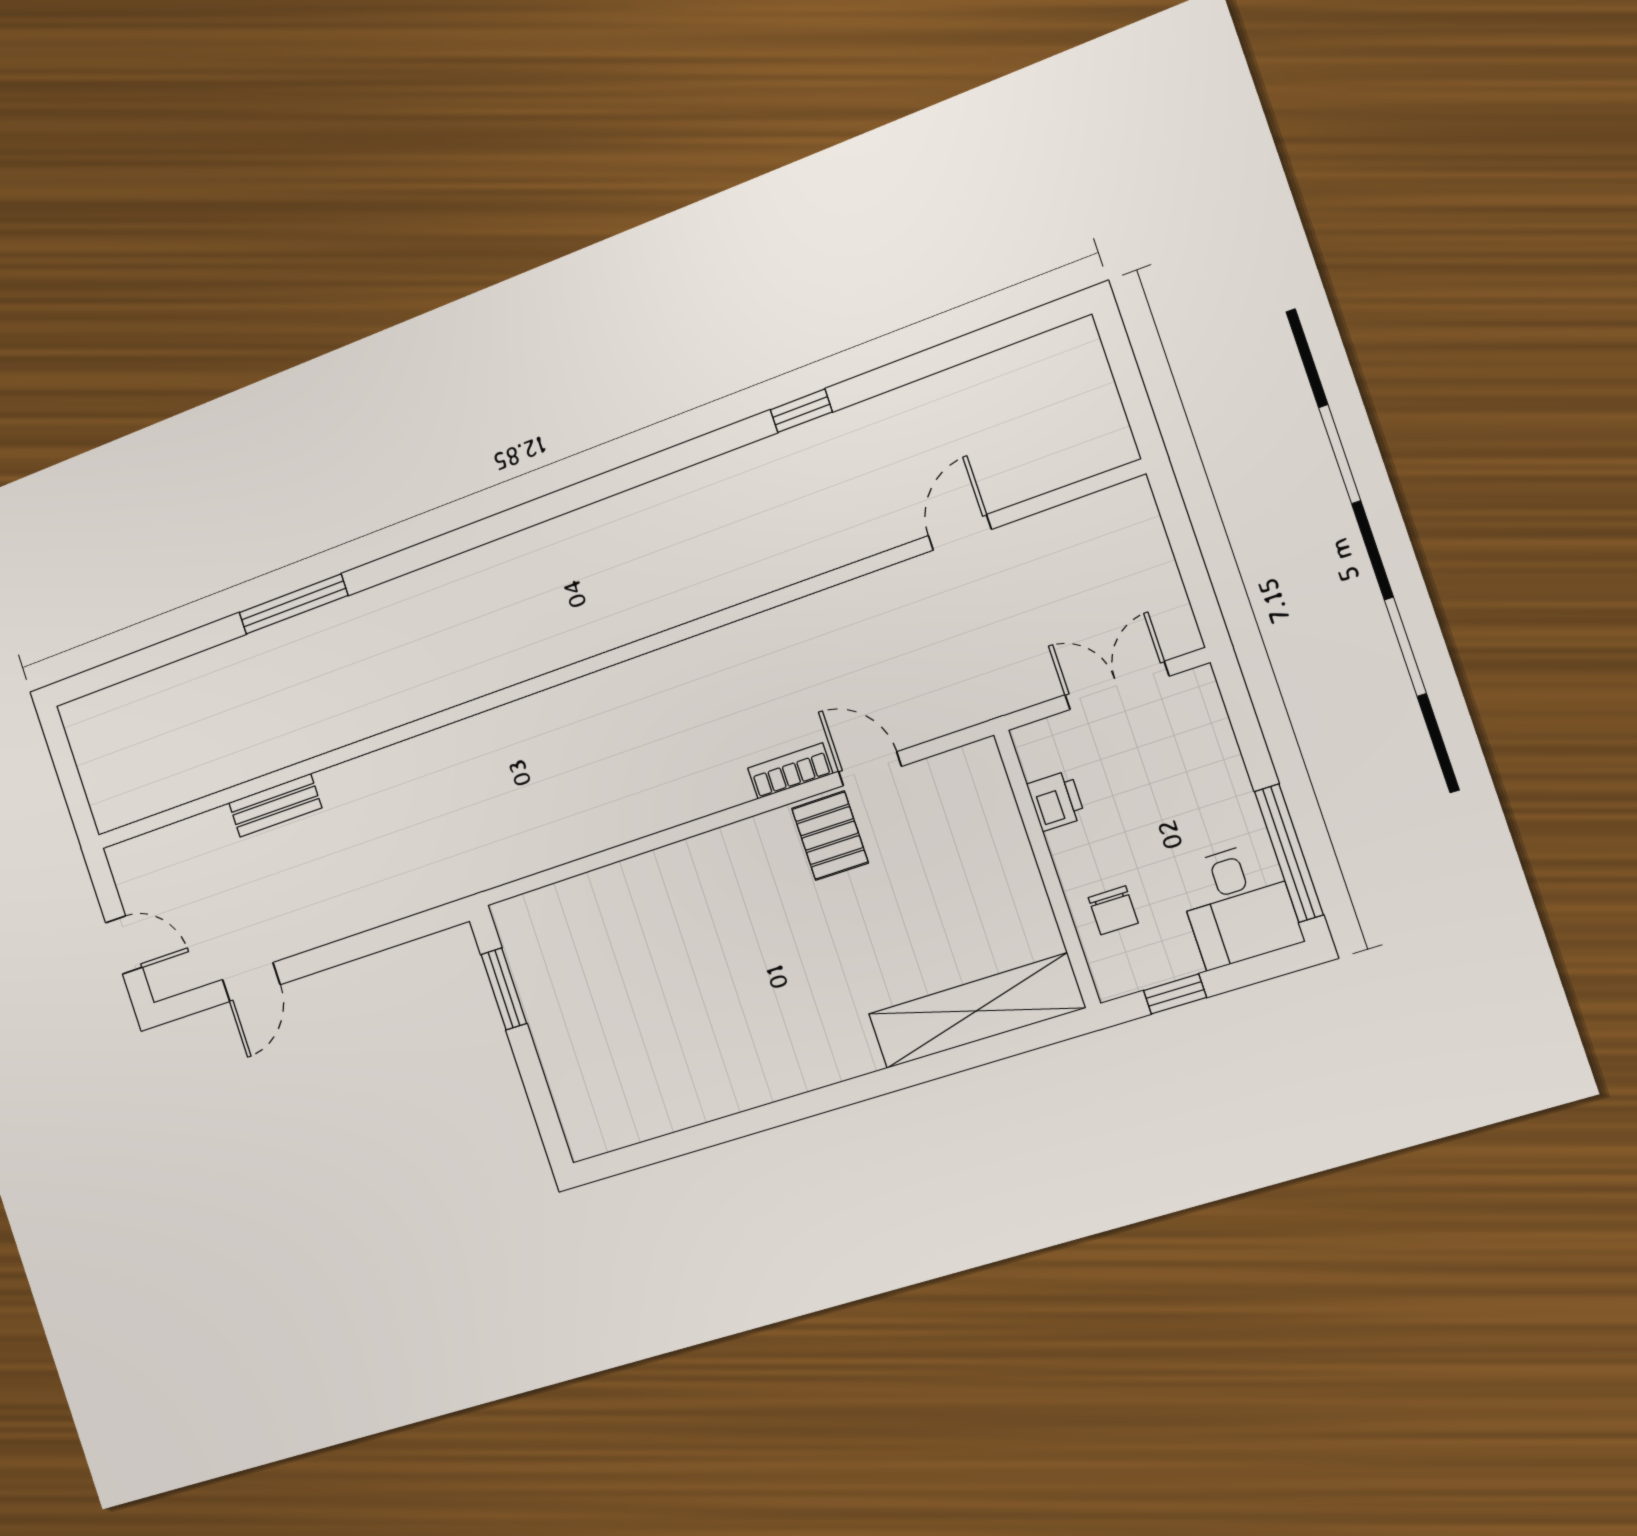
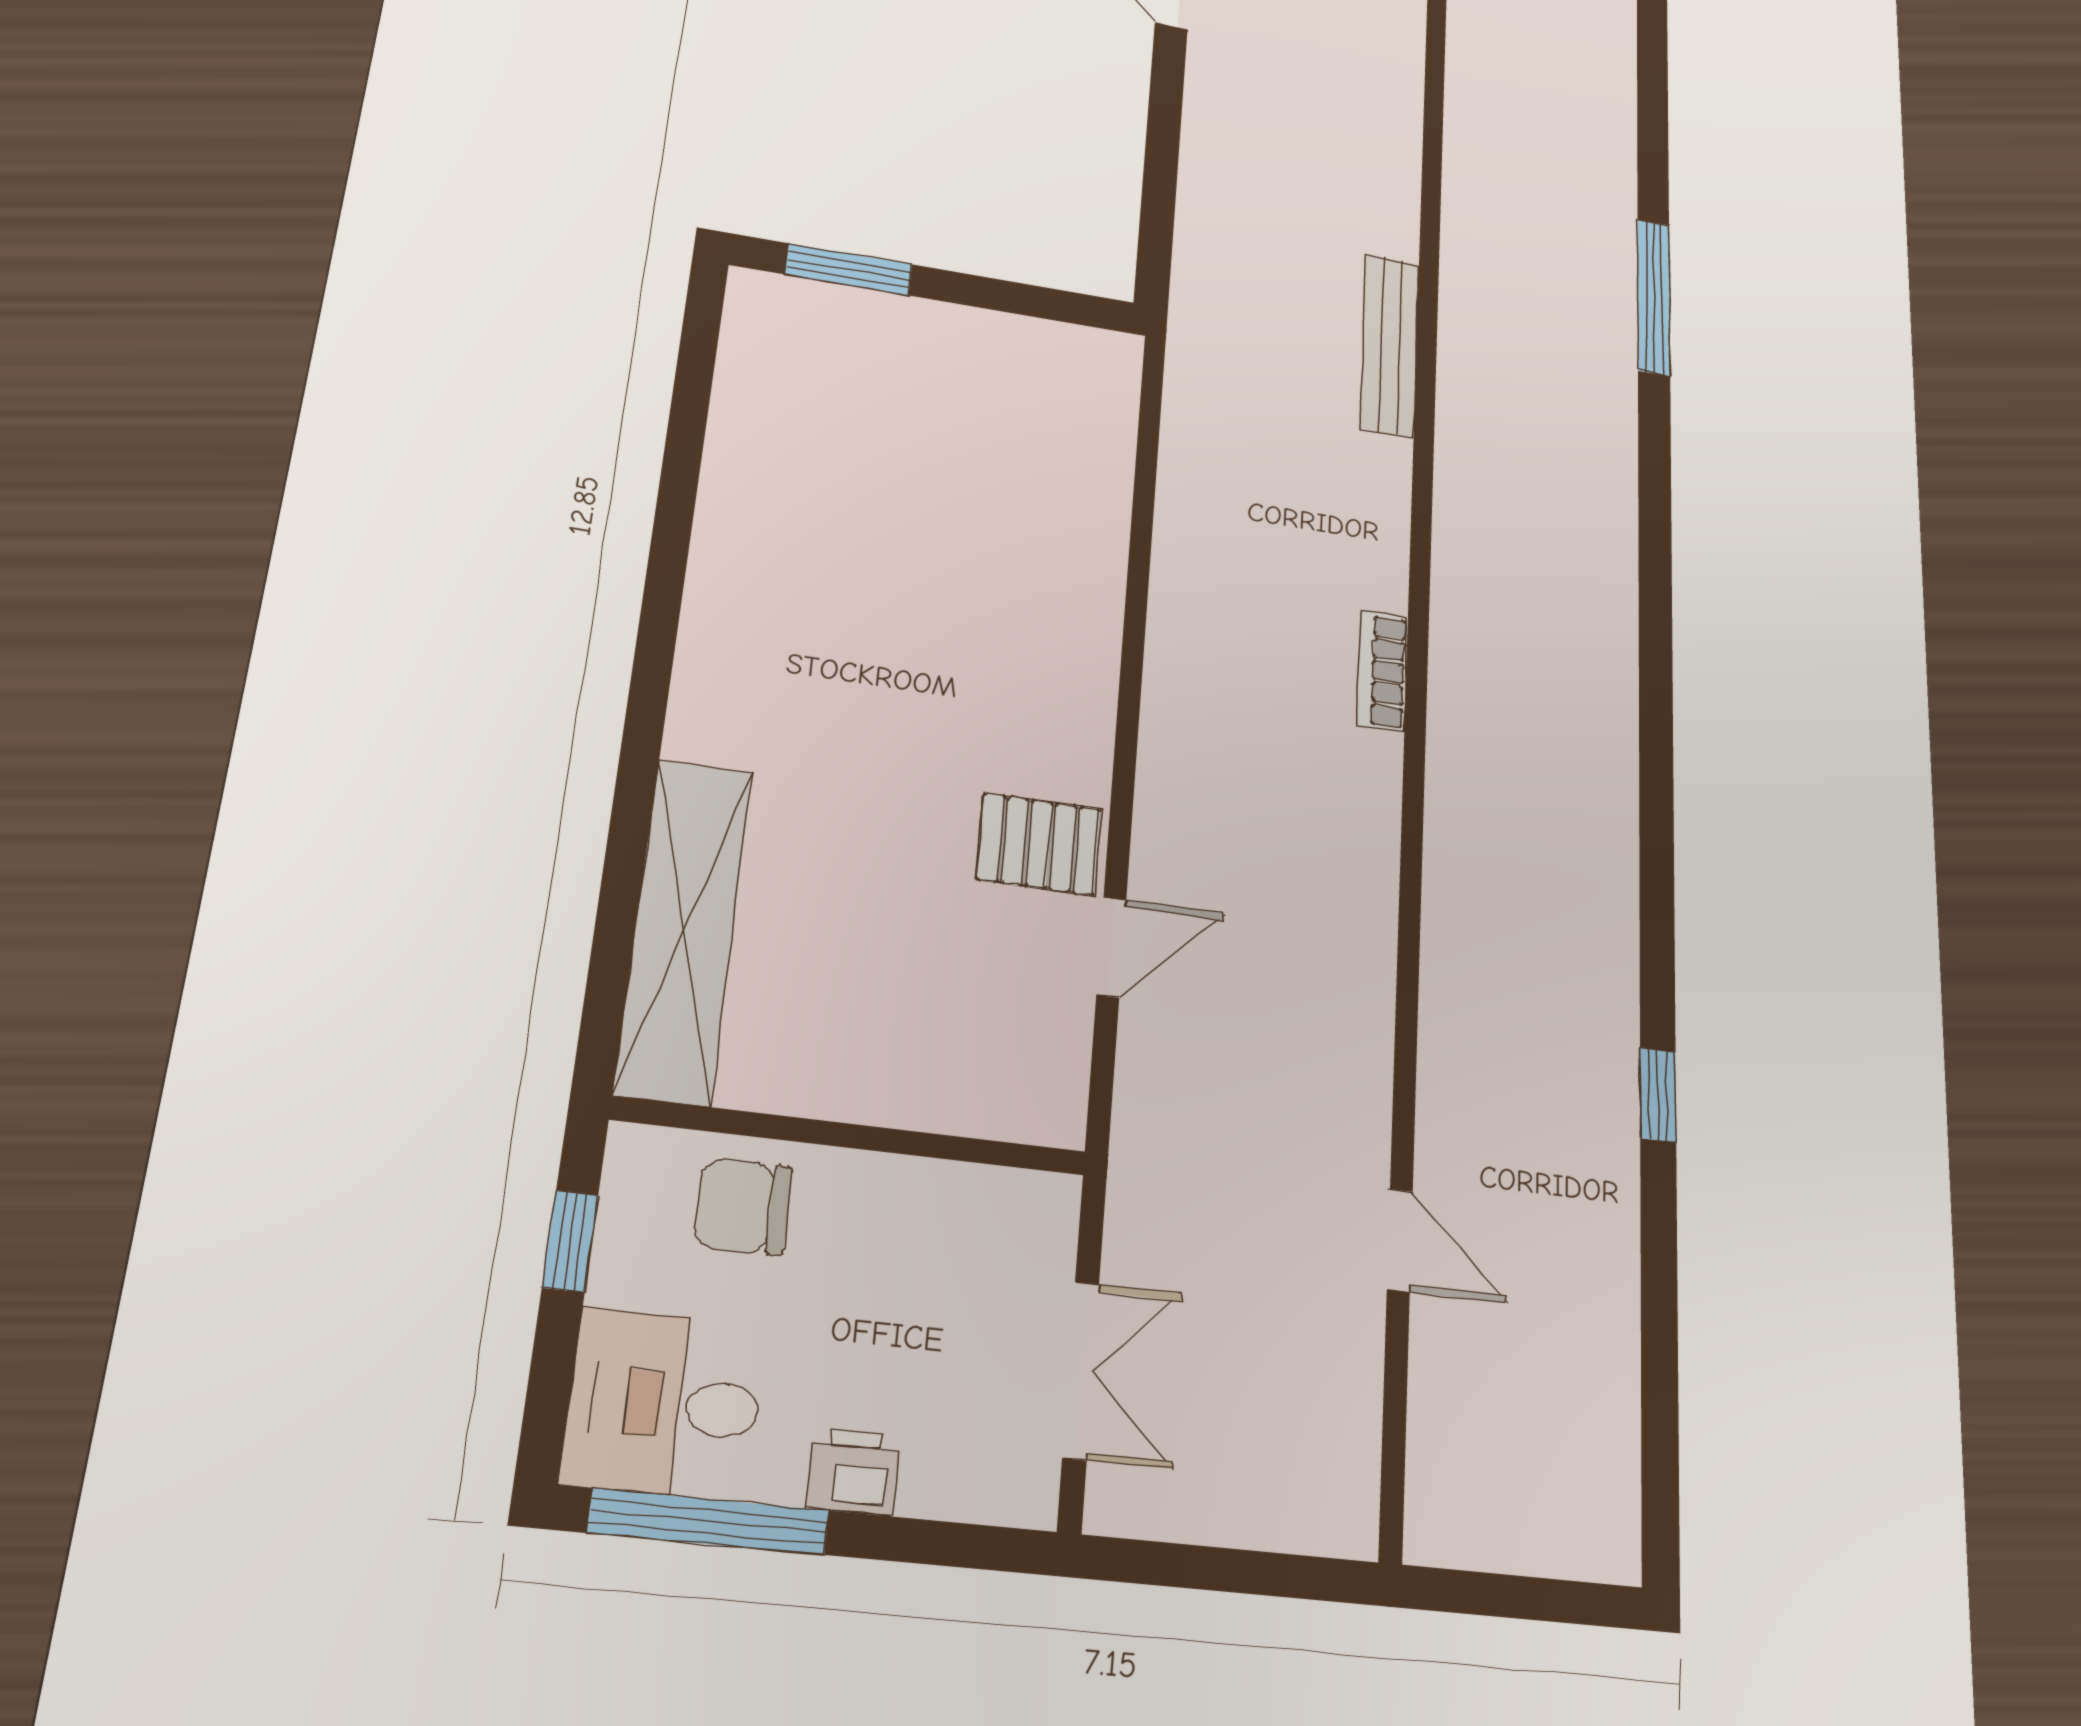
bookcase: (790, 771) -> (1382, 671), moved, turned 180
printer: (1056, 801) -> (853, 1471), moved, turned 180
bench: (275, 805) -> (1390, 345), moved, width x1.36
chair: (1113, 910) -> (743, 1206), width x1.37, depth x1.37
window: (504, 989) -> (849, 269), moved

